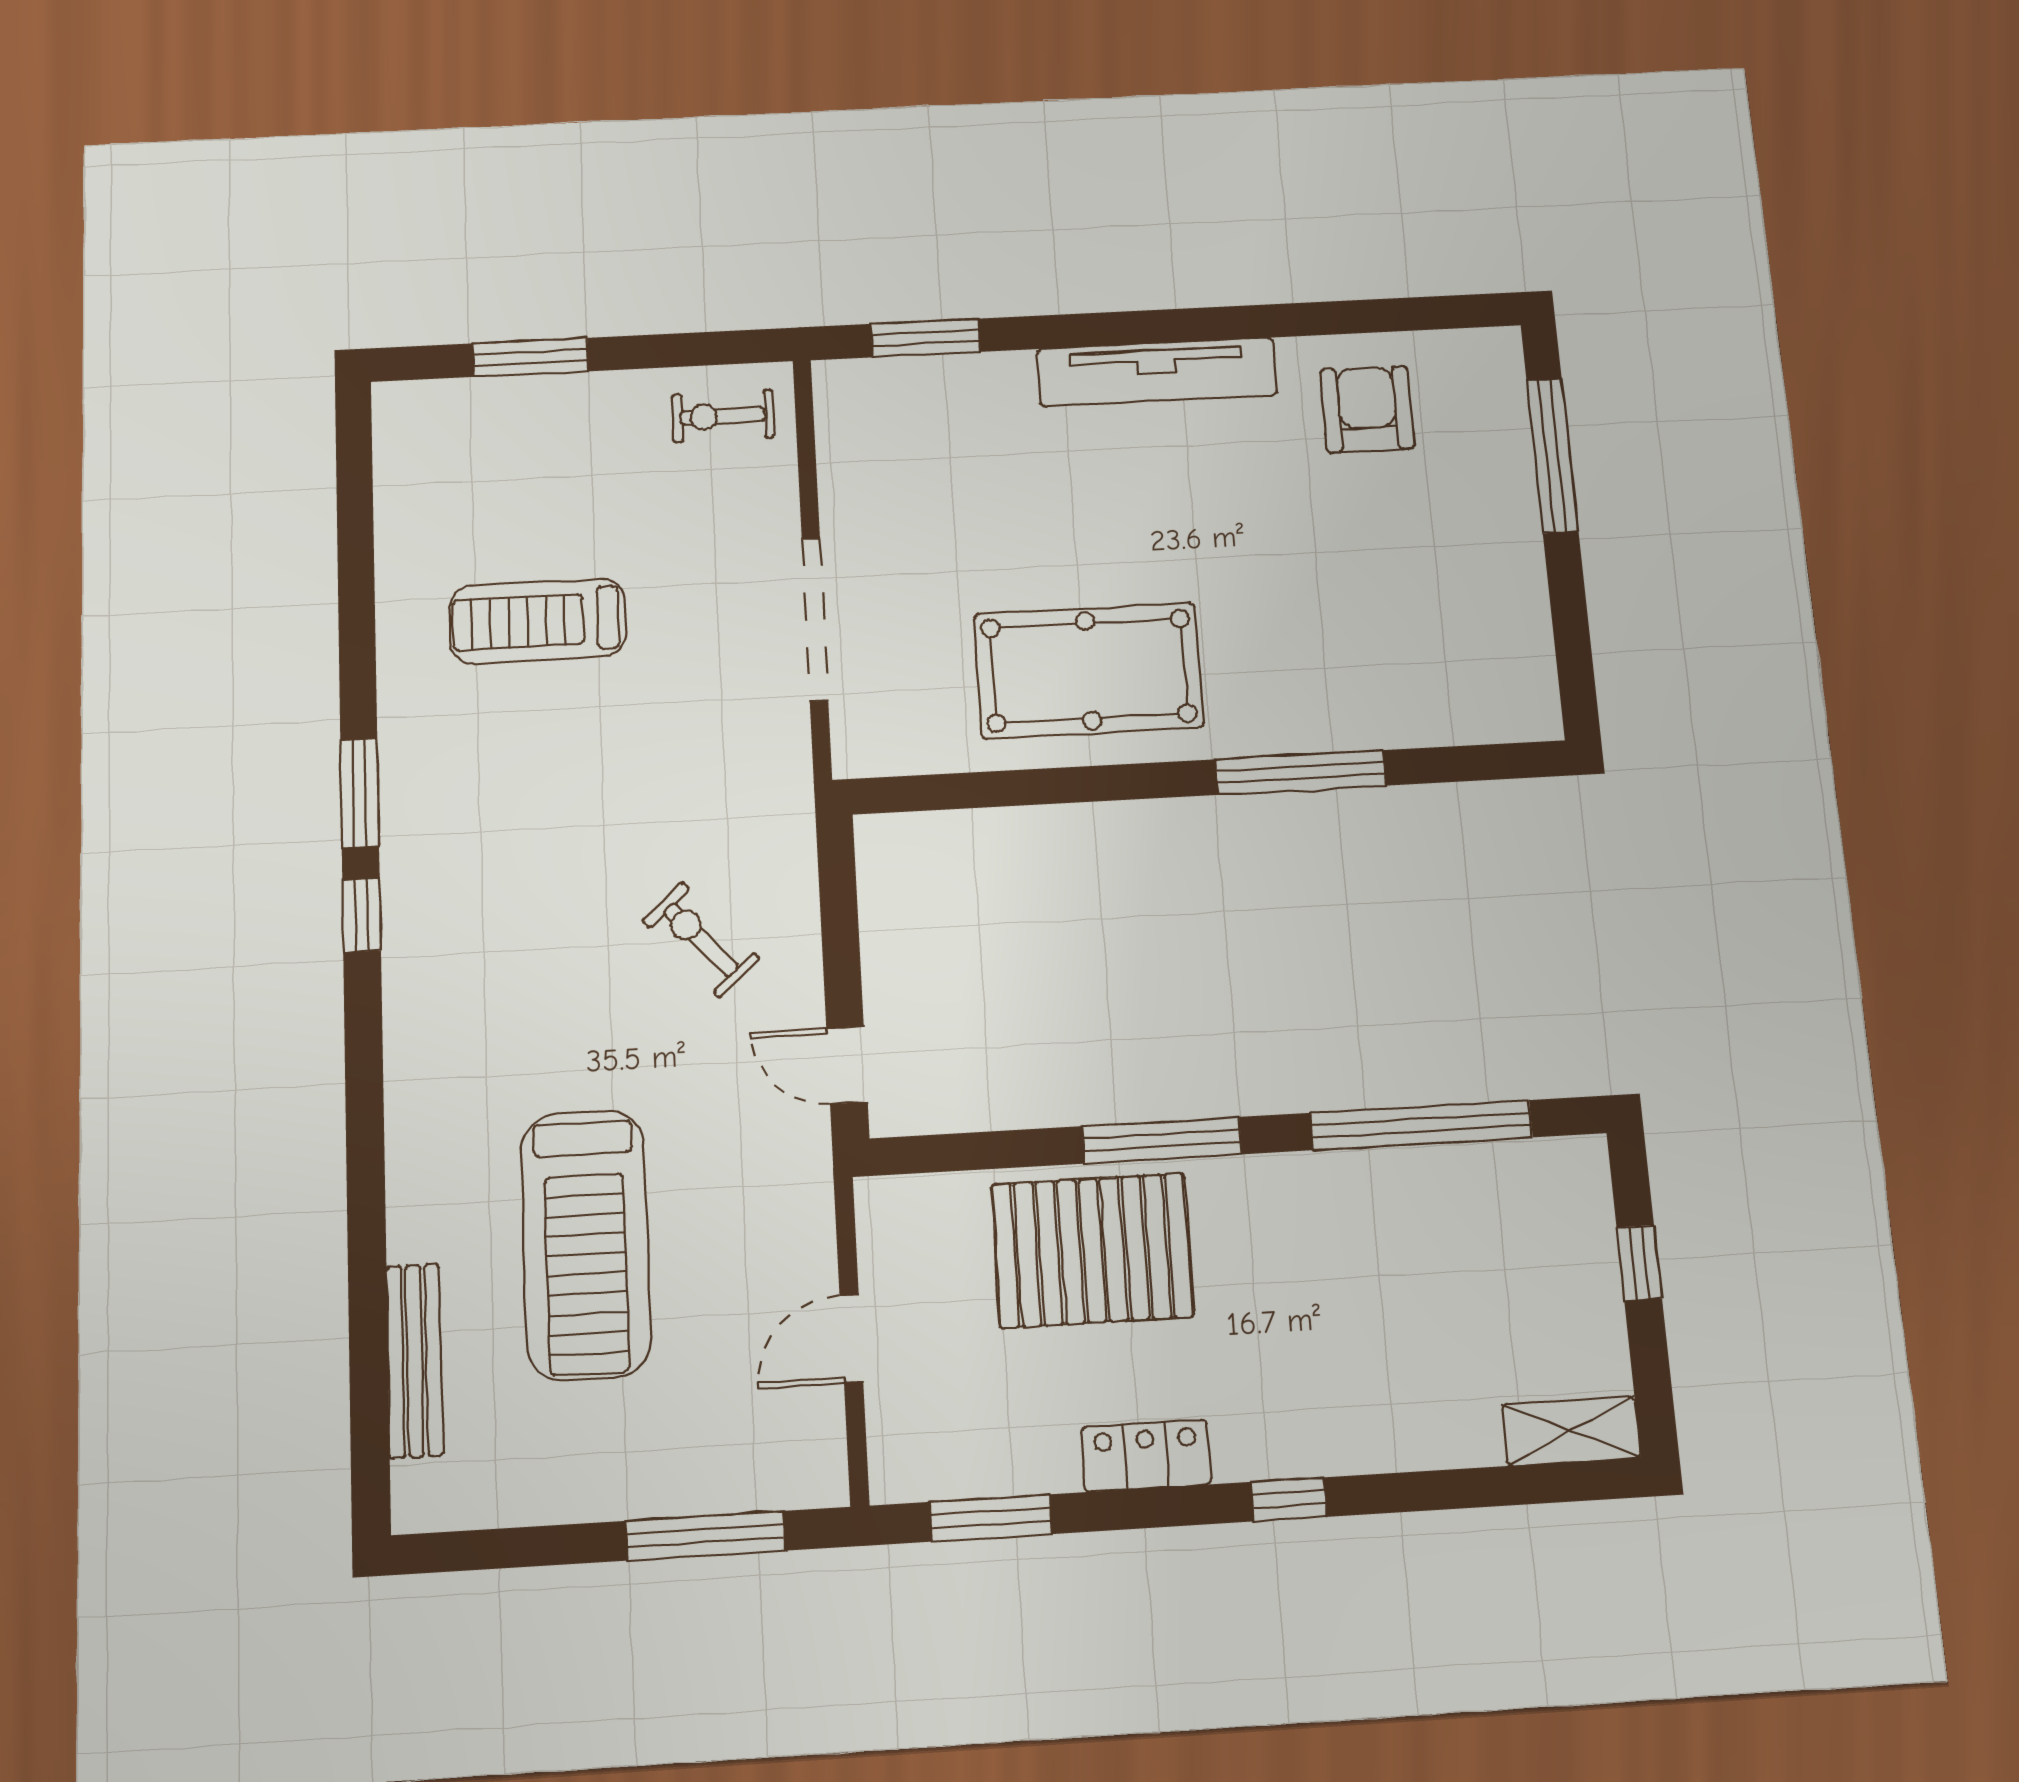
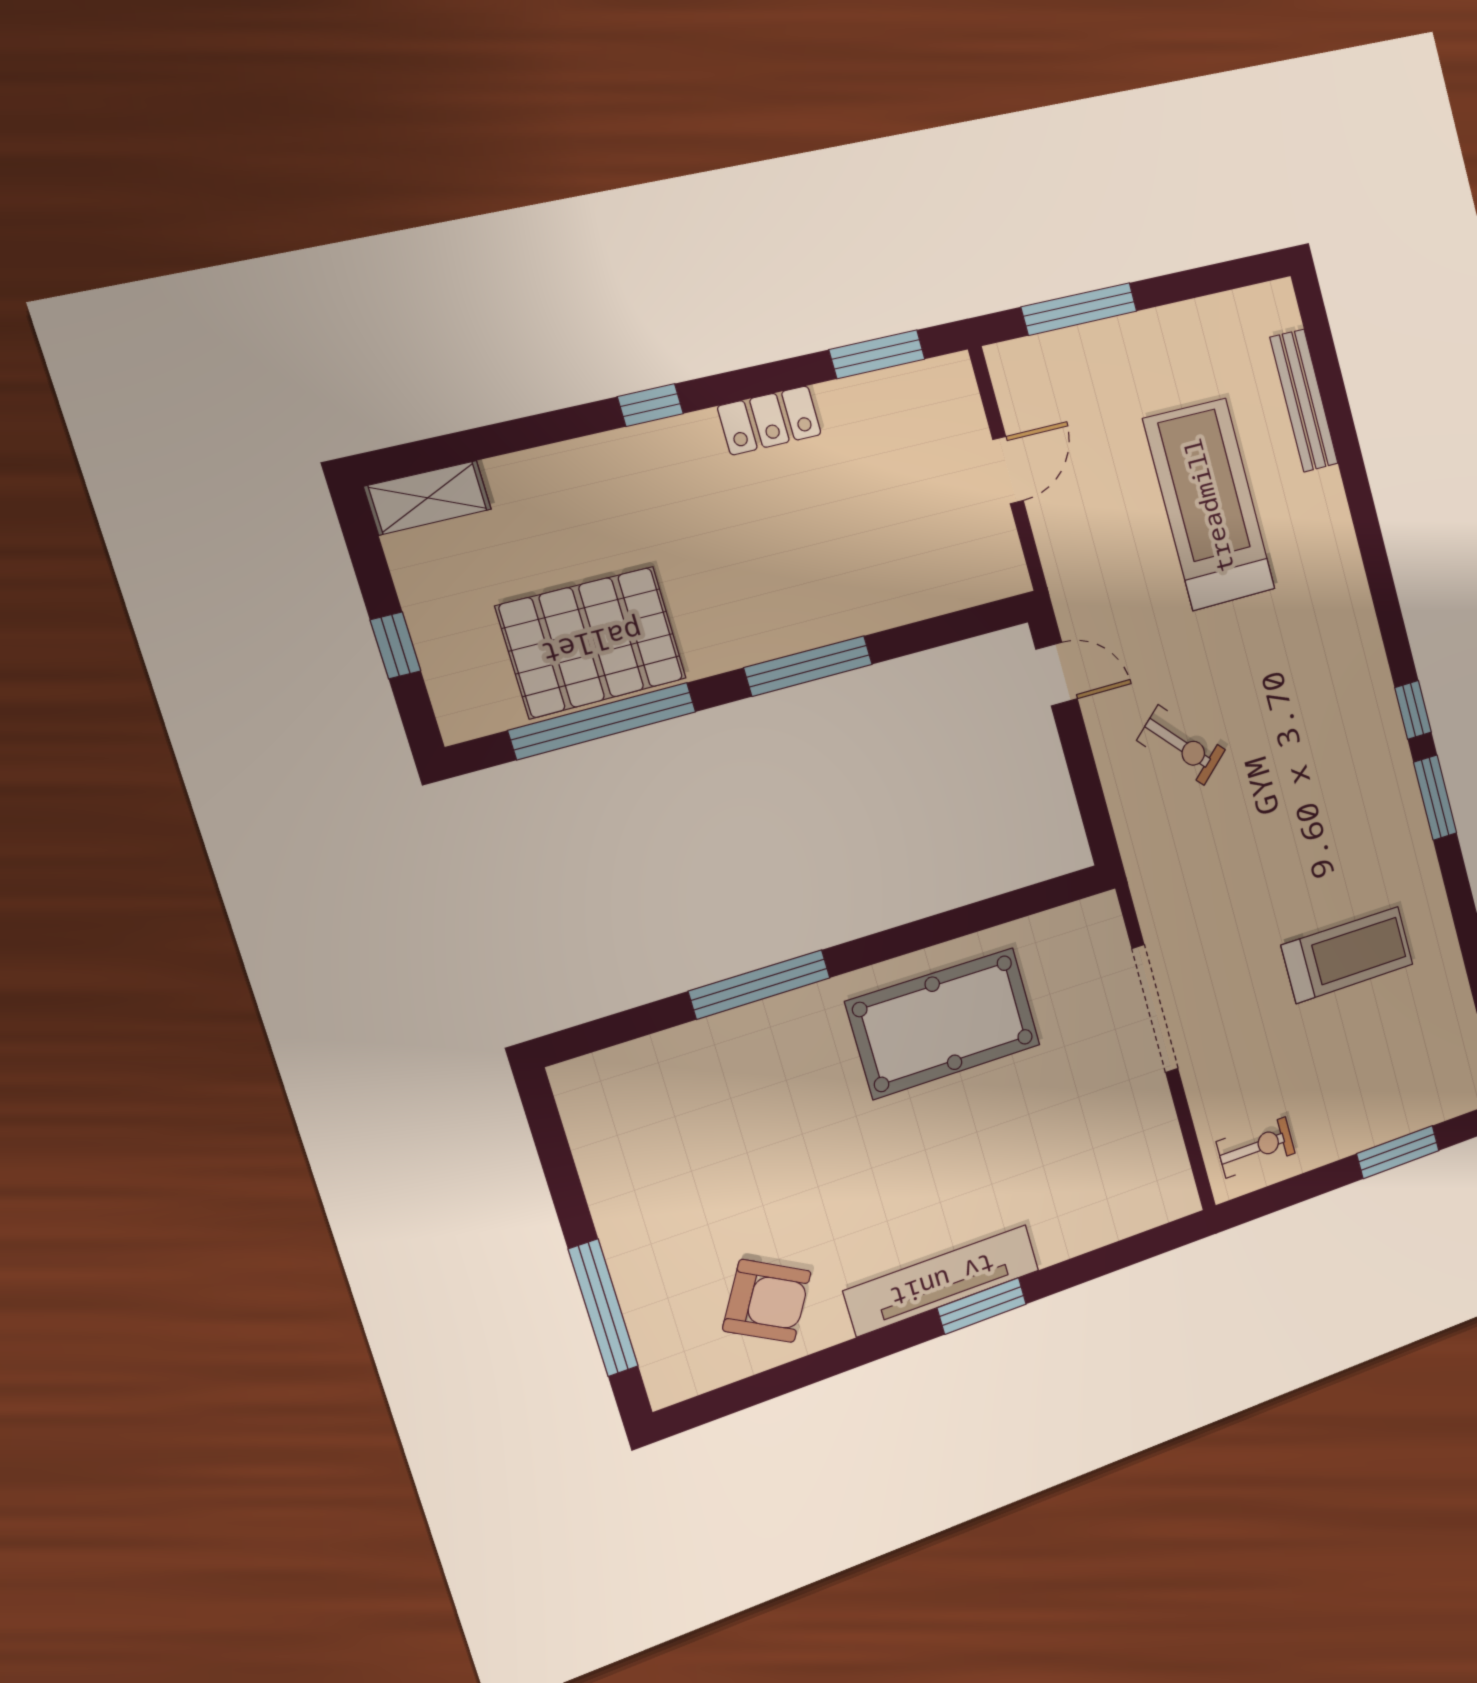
window: (926, 338) -> (982, 1306), moved
armchair: (1367, 409) -> (767, 1301), turned -60
pallet: (1092, 1250) -> (592, 642), moved

